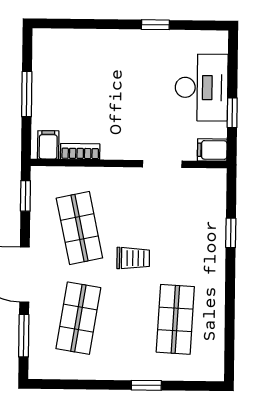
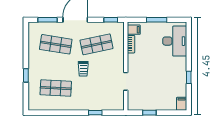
desk: (201, 88) -> (175, 41), moved, turned -90
filing cabinet: (212, 150) -> (182, 104), moved

